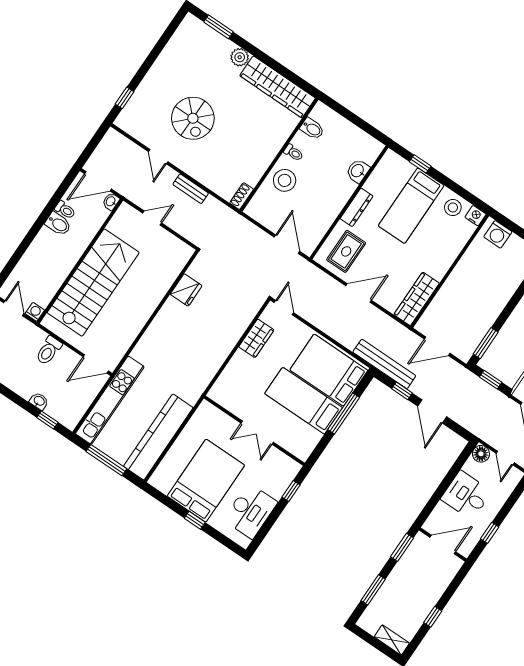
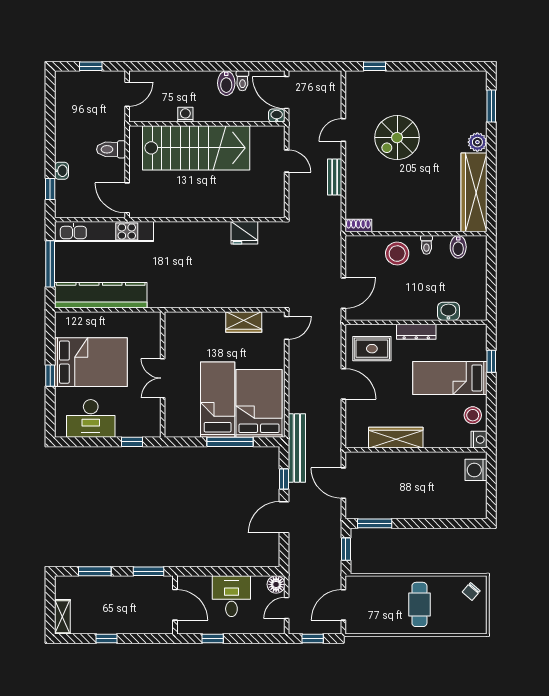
wardrobe: (417, 299) -> (396, 438), moved
washing machine: (35, 312) -> (185, 115), moved, turned -90

